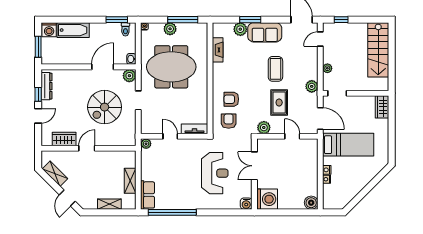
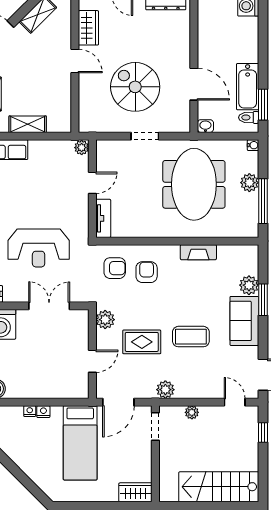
bathtub: (73, 30) -> (248, 87), moved
fireplace: (218, 50) -> (198, 252), moved
plant: (129, 76) -> (181, 123), removed

